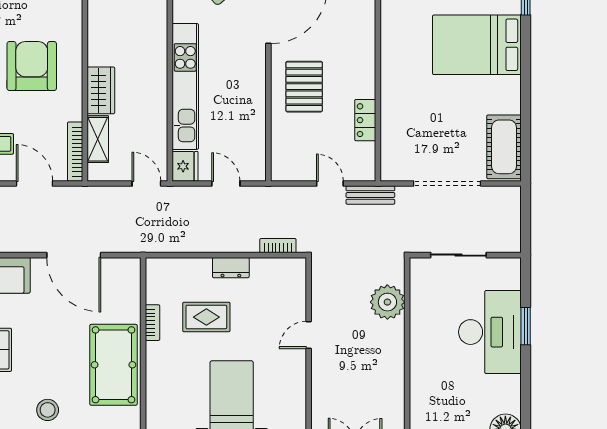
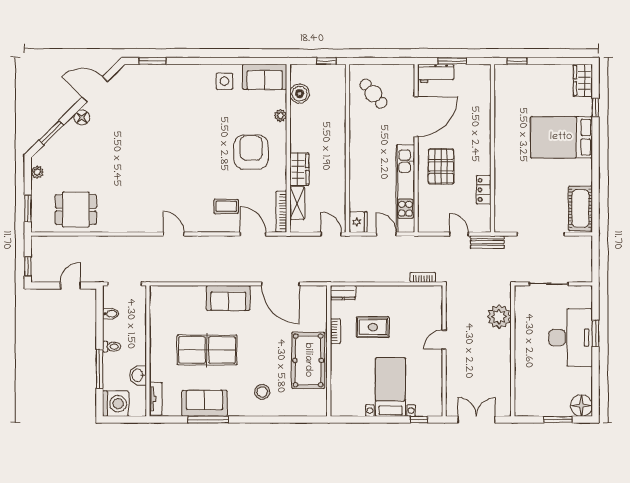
plant: (74, 14) -> (280, 116), added
kitchen unit: (185, 86) -> (405, 188), moved, turned 180
dresser: (231, 268) -> (343, 293), moved

